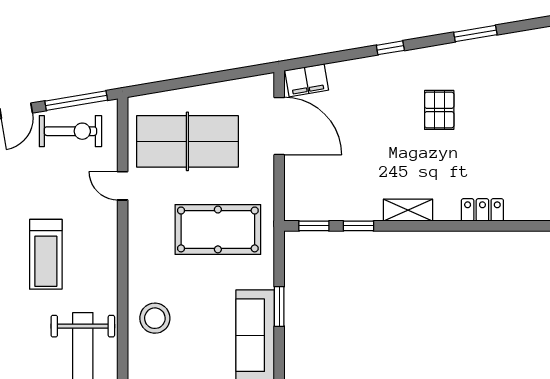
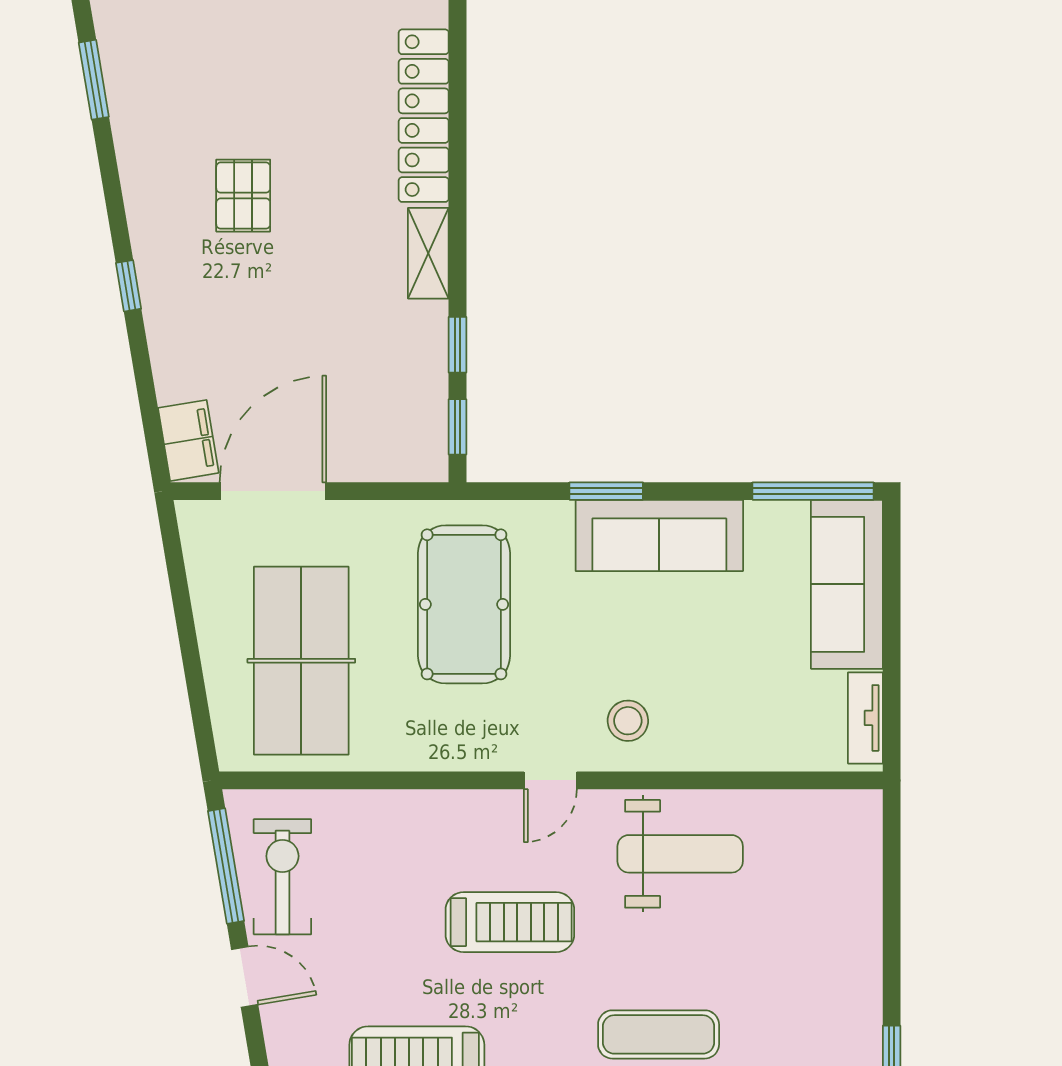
window: (475, 34) -> (94, 80), moved
pallet: (439, 110) -> (243, 196), turned 90
door: (123, 186) -> (550, 780), moved
locker: (482, 210) -> (424, 116), width x2.16, depth x1.21
stool: (155, 318) -> (628, 721), width x0.73, depth x0.73

